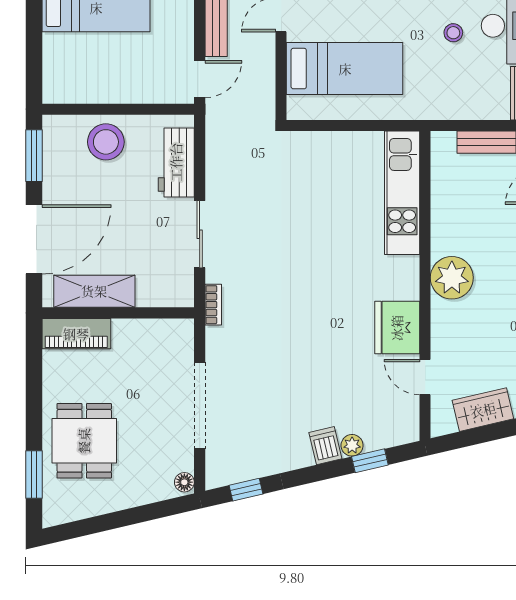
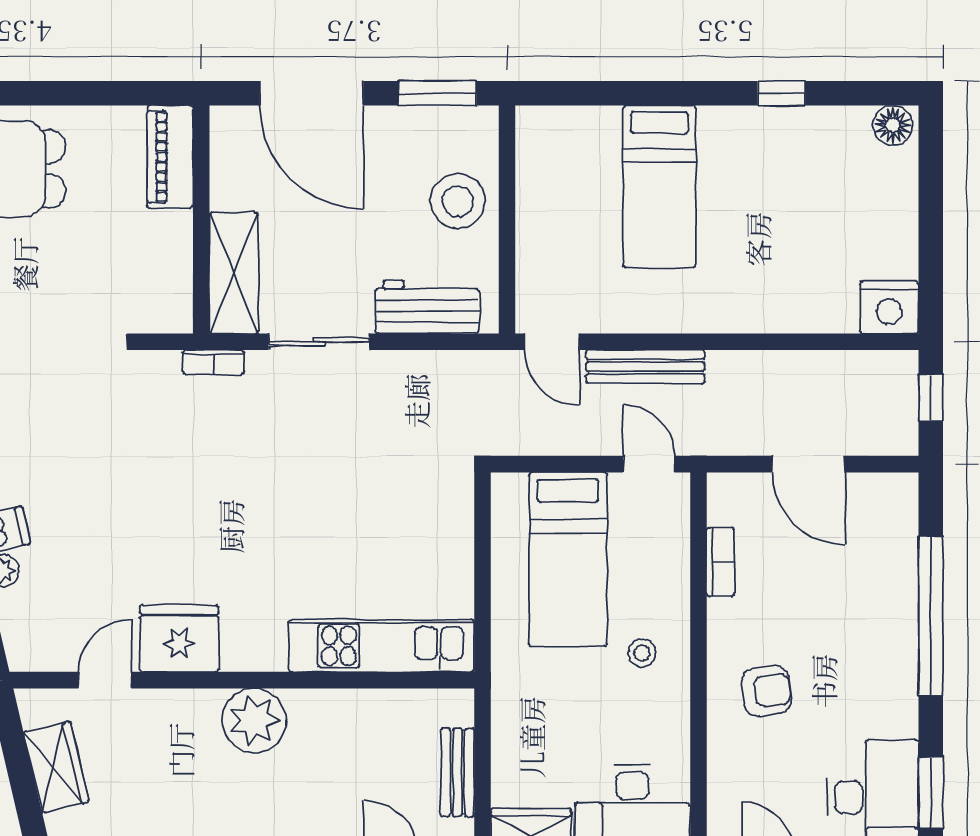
stool: (453, 33) -> (642, 653), moved
shelving: (94, 291) -> (234, 273), moved

